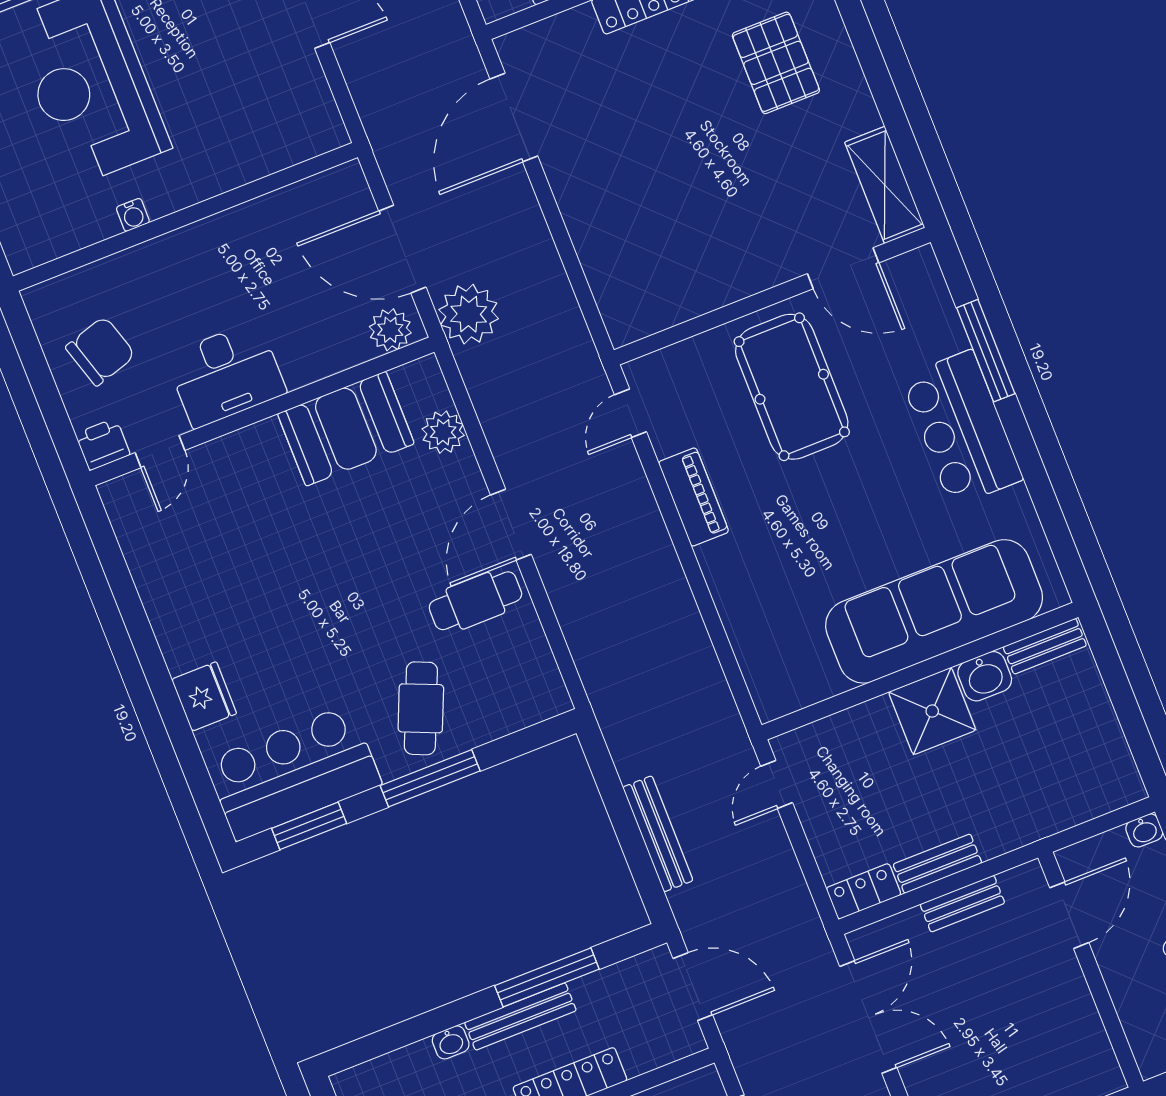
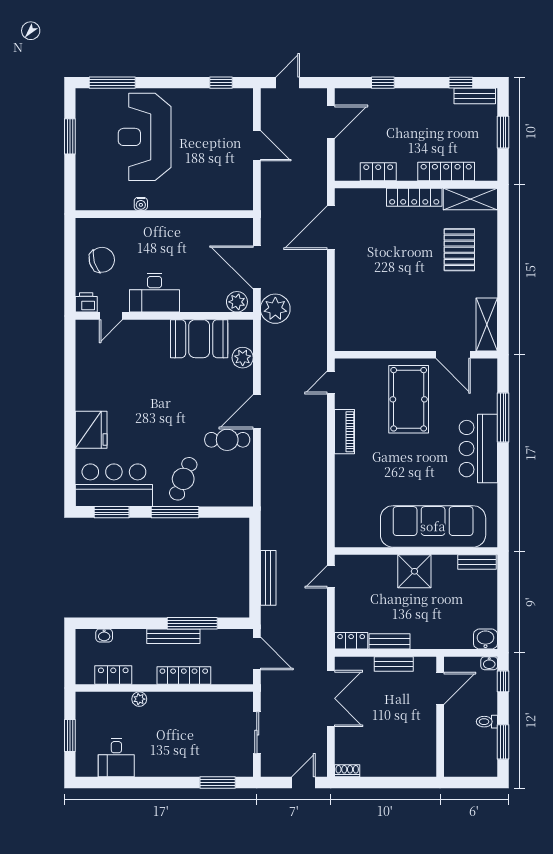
washbasin: (985, 676) -> (485, 639), moved, turned 180
fridge: (204, 696) -> (91, 430), width x1.36, depth x1.34
washbasin: (451, 1042) -> (104, 635), moved

